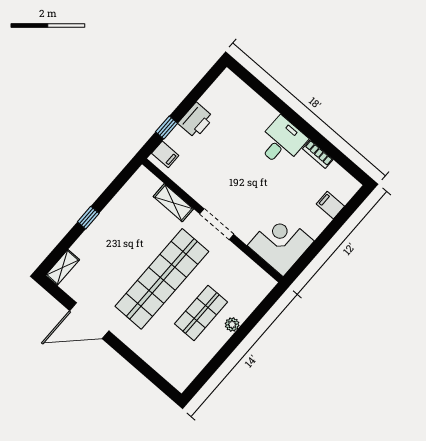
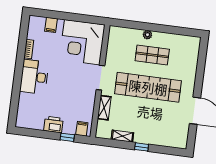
desk: (281, 142) -> (34, 77), width x1.37
corner desk: (281, 243) -> (82, 42), width x1.36, depth x1.36
shelving: (63, 267) -> (122, 136), moved

